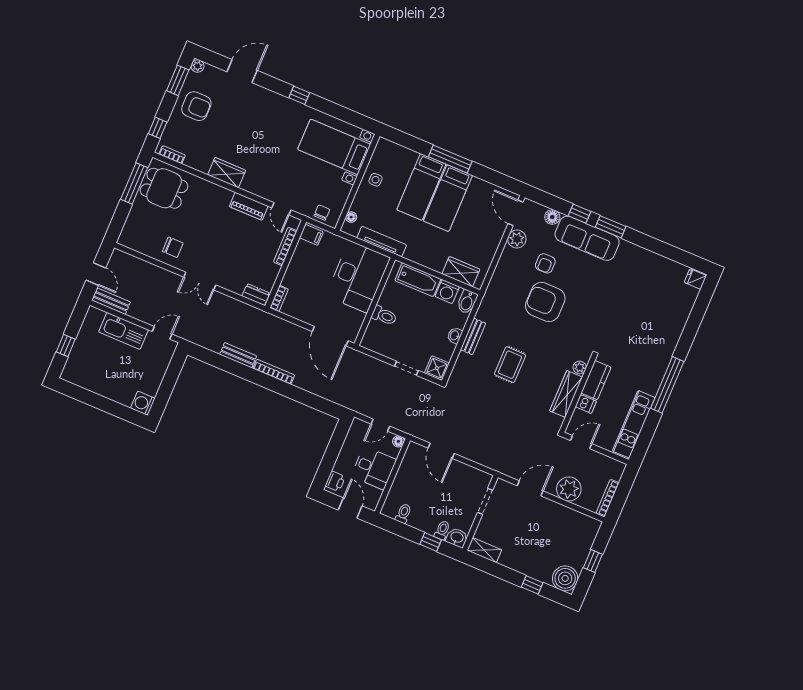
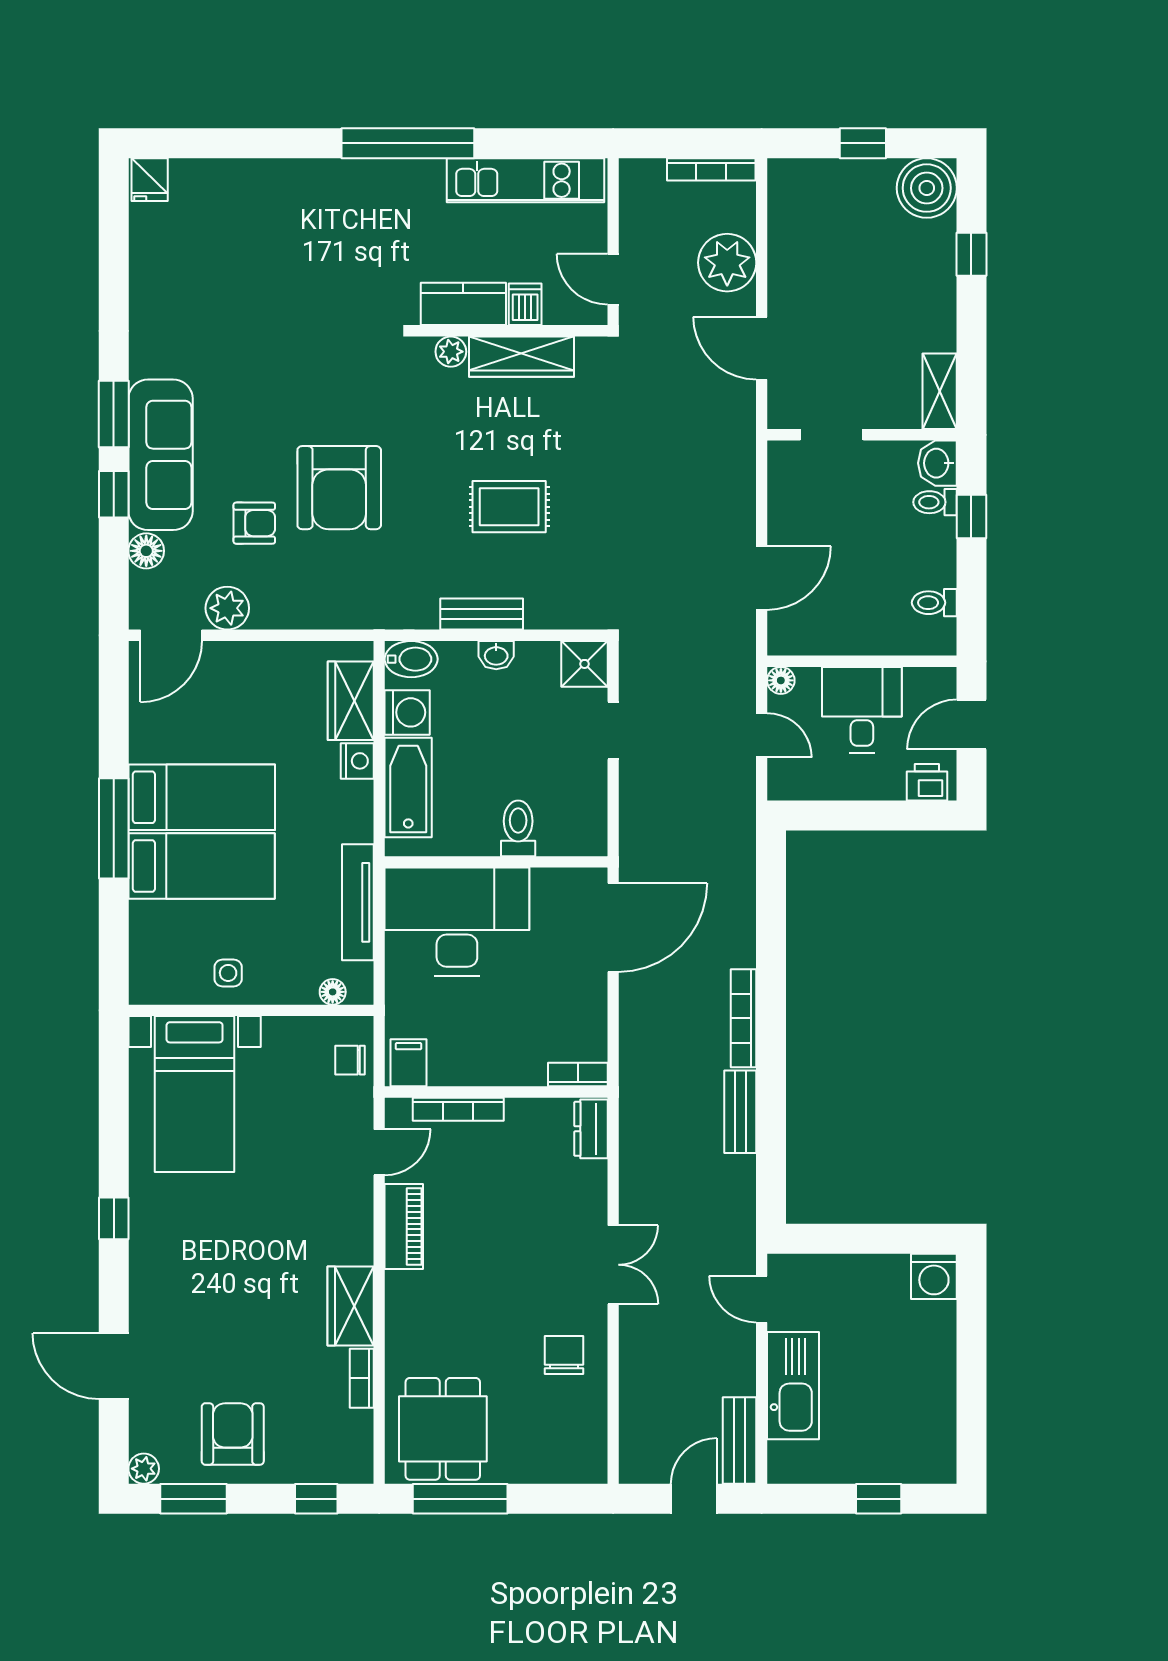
bookcase: (172, 155) -> (362, 1378), moved
nightstand: (436, 264) -> (357, 761), added

